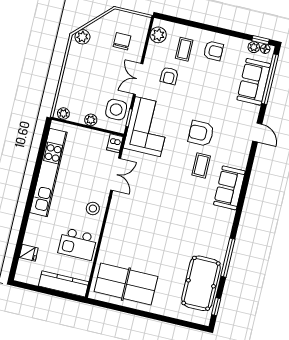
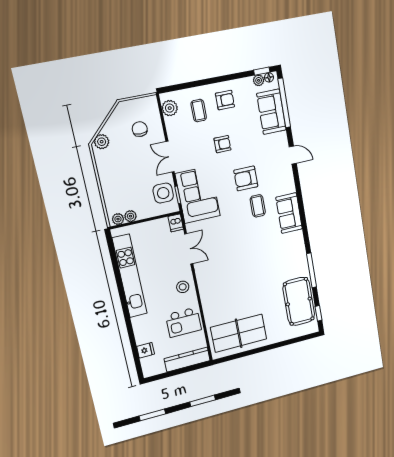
armchair: (169, 76) -> (222, 144), moved, turned -90
plant: (91, 120) -> (130, 216), moved

